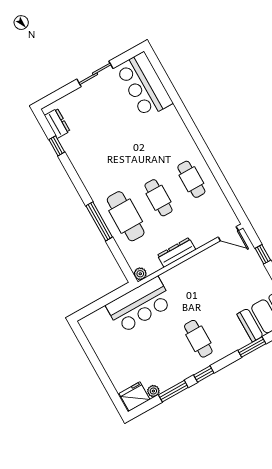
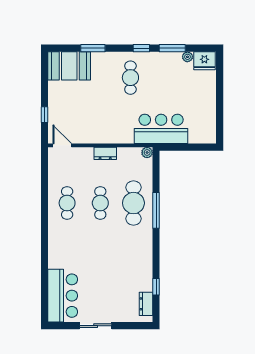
dresser: (176, 252) -> (105, 153), width x0.70

